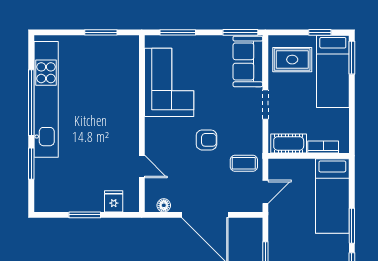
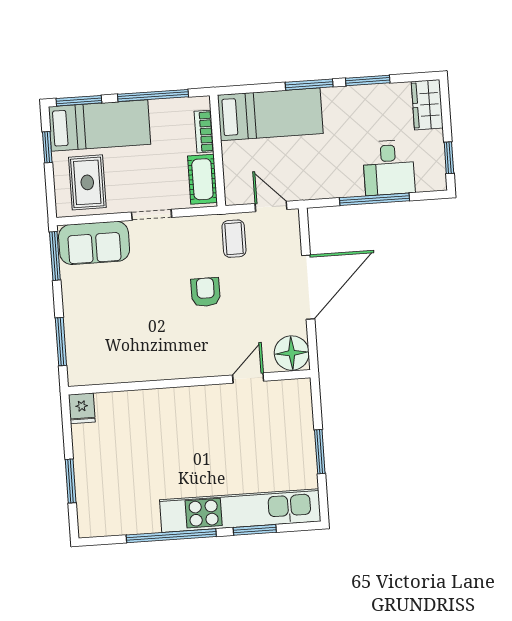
window: (101, 32) -> (71, 481), moved
corner sofa: (169, 82) -> (130, 349), removed
kitchen unit: (46, 99) -> (240, 511), moved
window: (352, 112) -> (153, 96), added
fridge: (114, 201) -> (82, 408), moved, turned -90
floor lamp: (164, 205) -> (292, 353), width x1.89, depth x1.89

